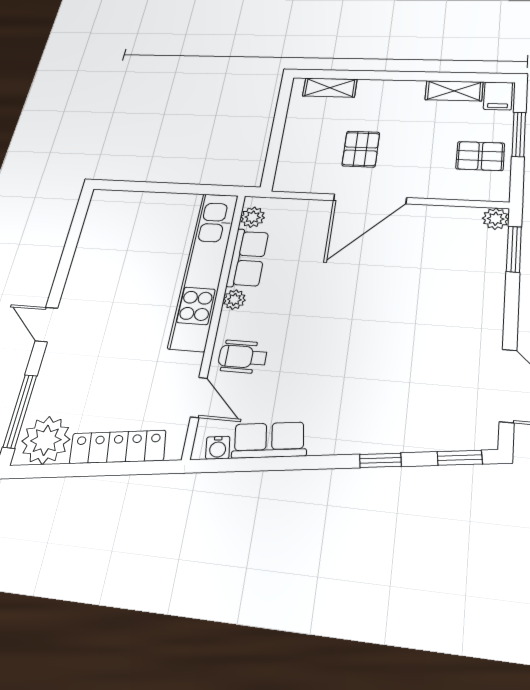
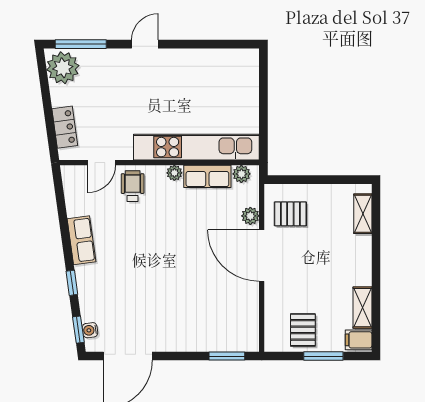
pallet: (361, 149) -> (290, 214), moved
plant: (496, 219) -> (250, 216), moved
row of seats: (269, 440) -> (81, 240), moved
locker: (118, 447) -> (65, 127), width x0.66
water cooler: (218, 448) -> (90, 330), moved

